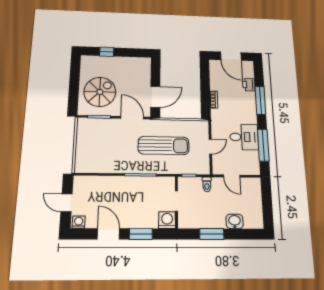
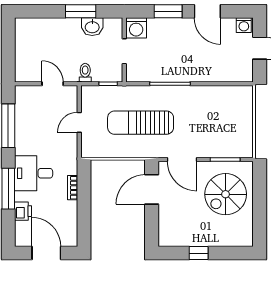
window: (107, 52) -> (199, 253), moved
desk: (244, 137) -> (34, 173), moved
washbasin: (235, 221) -> (92, 27), moved

